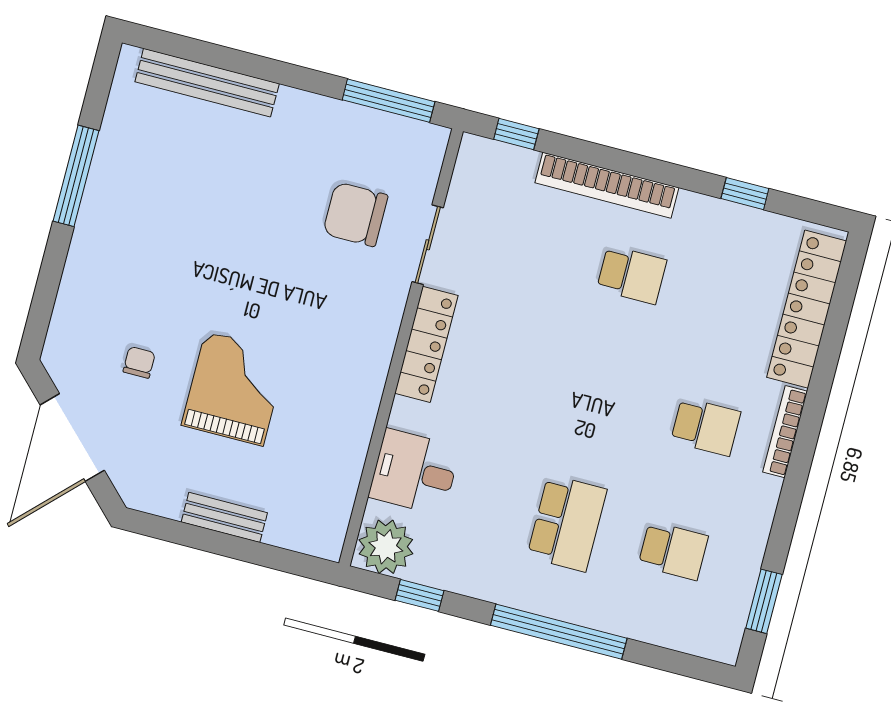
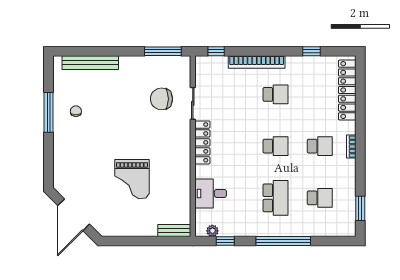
chair: (139, 362) -> (76, 111), moved
grand piano: (234, 389) -> (132, 179), turned 180
school desk: (599, 399) -> (275, 146), added
bookcase: (785, 432) -> (351, 147), width x0.64
bench: (224, 517) -> (174, 231), moved
plant: (386, 547) -> (212, 231), width x0.53, depth x0.53

